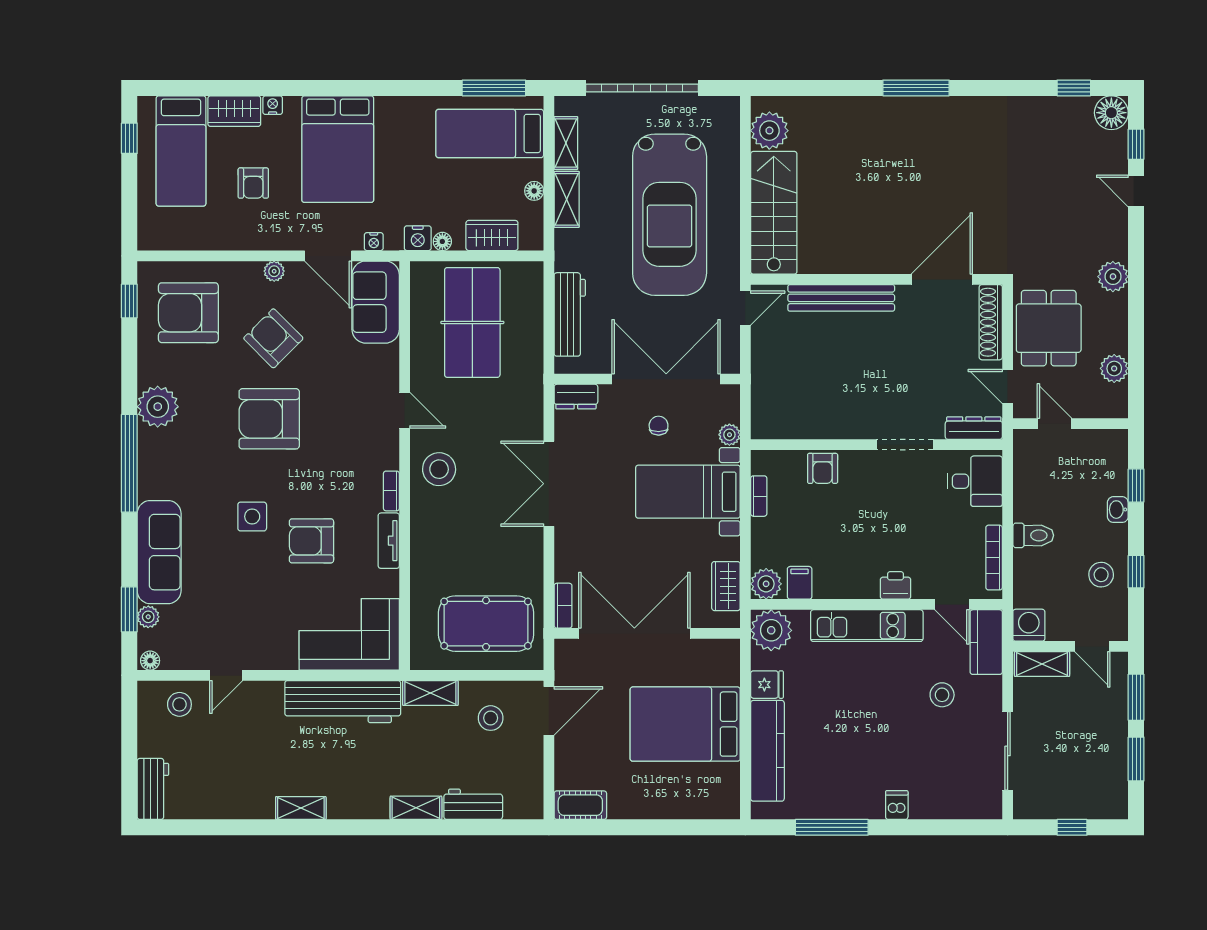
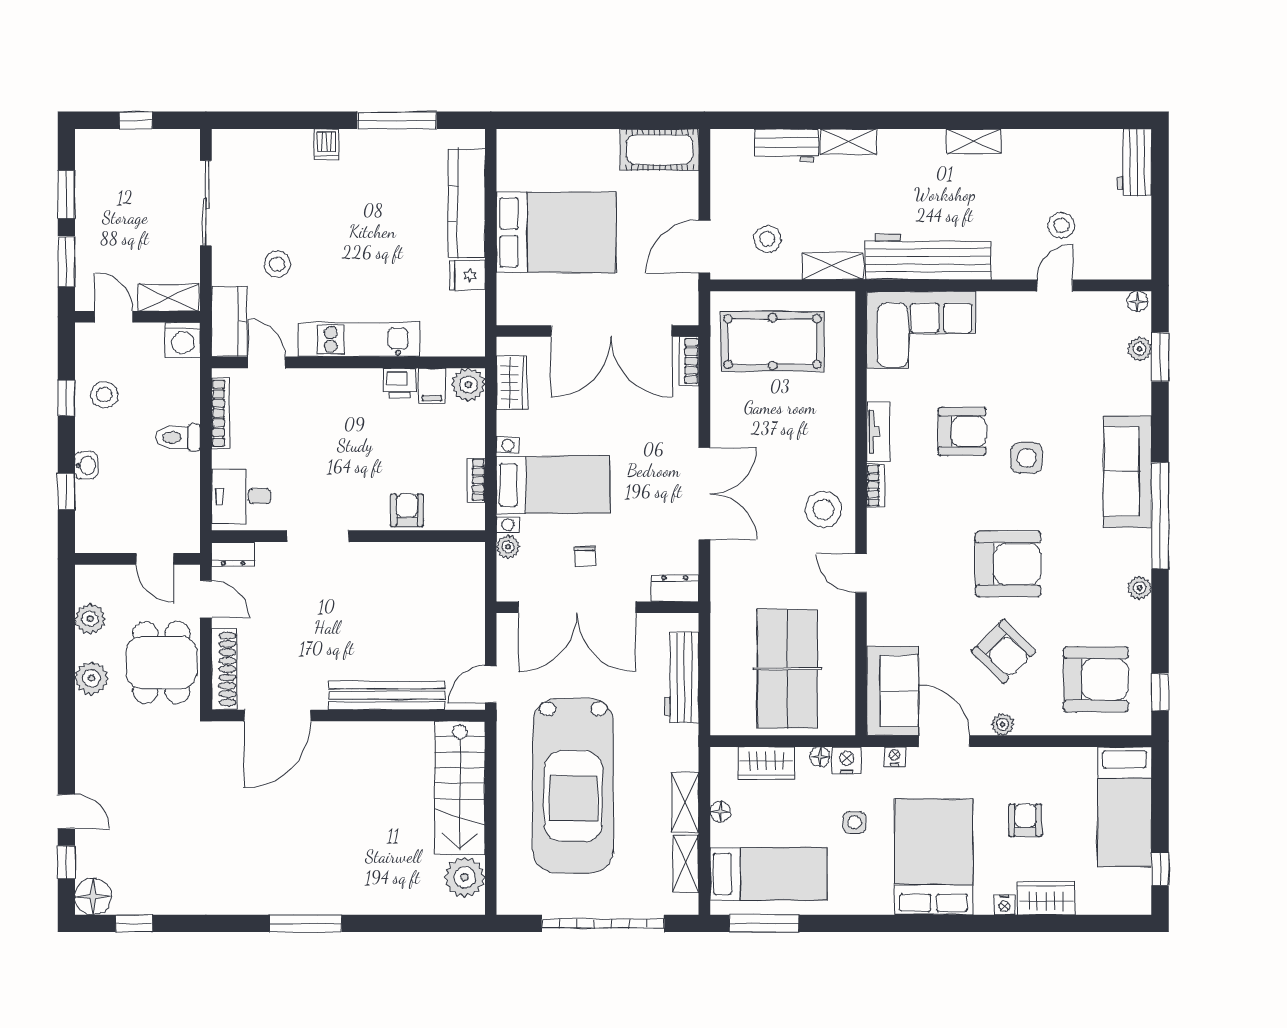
bed: (181, 151) -> (1125, 807), moved, turned 180
side table: (411, 181) -> (854, 822), added
car: (670, 215) -> (573, 786), turned 180
plant: (1113, 277) -> (91, 678), moved
plant: (158, 407) -> (1140, 588), width x0.53, depth x0.53
dresser: (974, 428) -> (233, 554), width x0.70
sofa: (159, 552) -> (1128, 472), moved
printer: (896, 585) -> (400, 383), moved
plant: (771, 630) -> (463, 334), removed
stool: (179, 704) -> (1061, 225), moved
cot: (580, 805) -> (660, 150), width x1.37, depth x1.34

